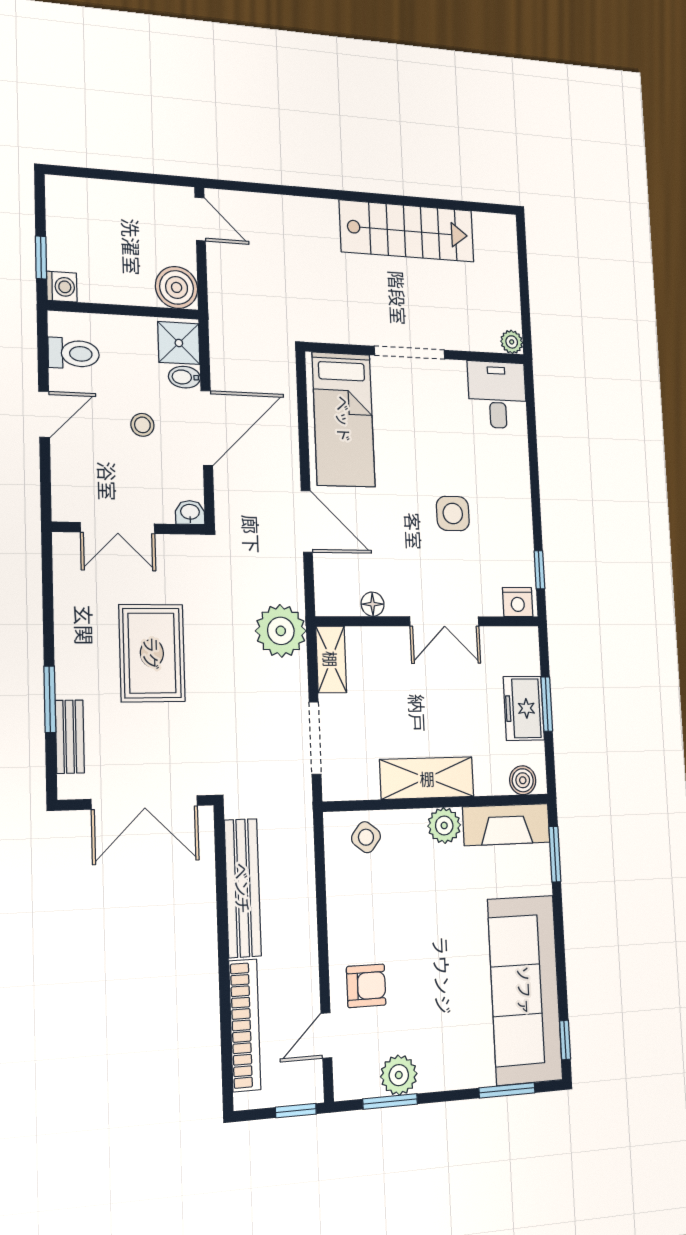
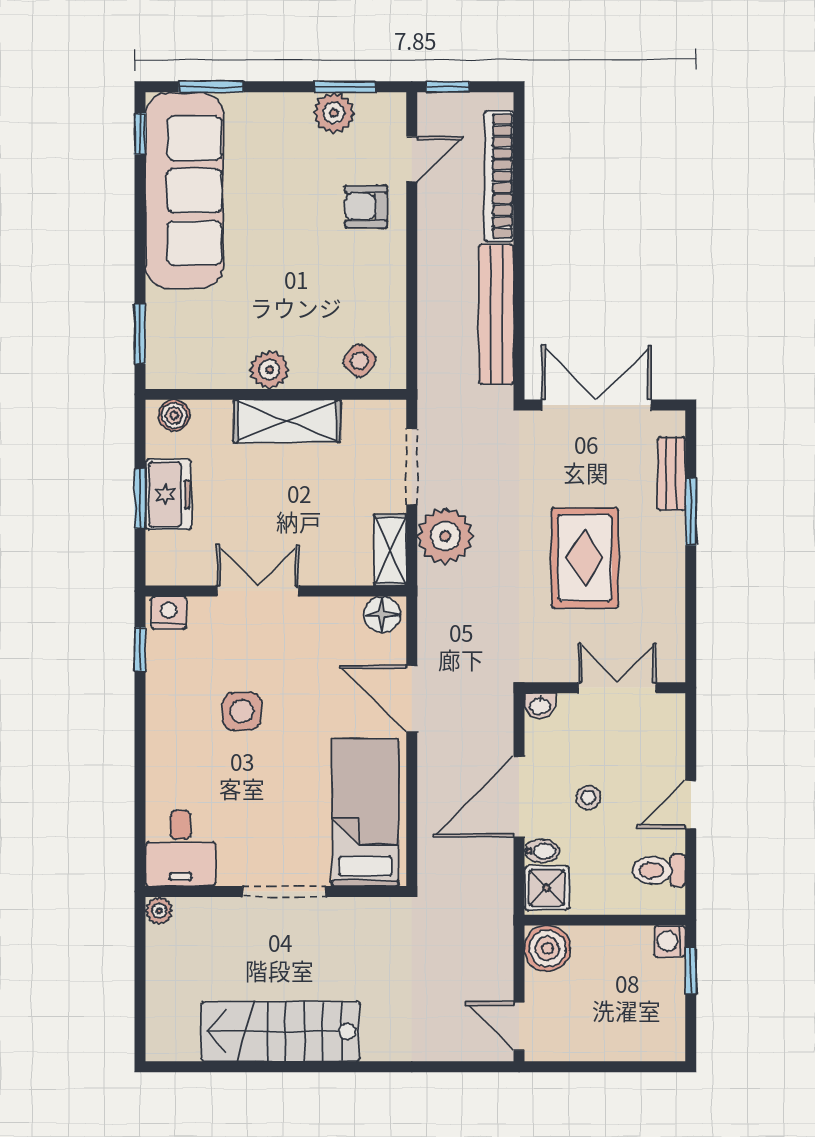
floor lamp: (373, 604) -> (382, 615), moved, width x1.37, depth x1.37
plant: (281, 631) -> (445, 536), moved
fireplace: (506, 825) -> (196, 368), removed

